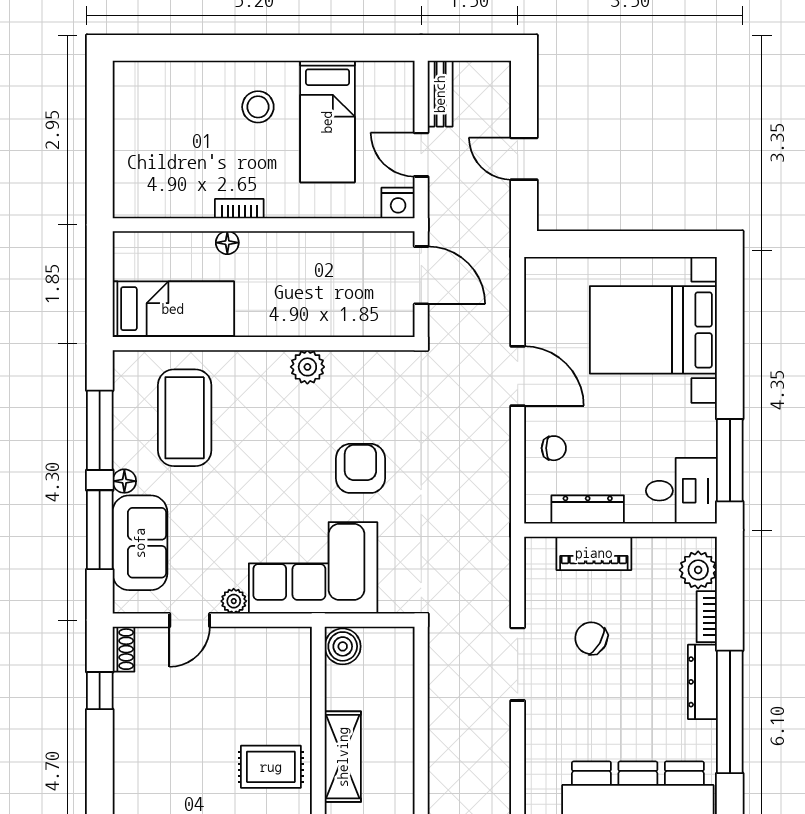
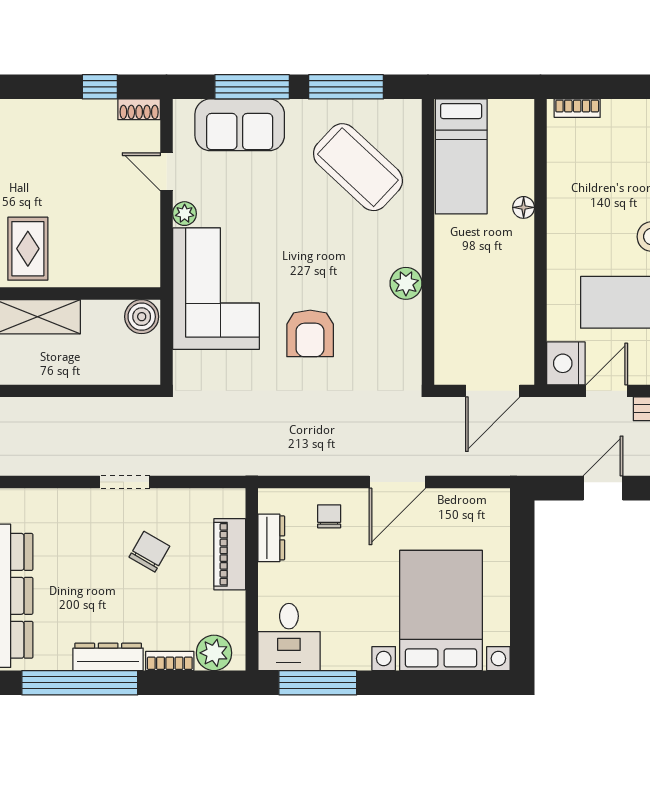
nightstand: (398, 203) -> (566, 363), width x1.36, depth x1.33
bookcase: (239, 209) -> (577, 108), moved, turned 90
coffee table: (185, 418) -> (358, 167), turned 43
chair: (554, 448) -> (329, 516), turned 180
armchair: (360, 468) -> (310, 333), turned 90
floor lamp: (124, 481) -> (298, 110), removed
dresser: (588, 509) -> (271, 538), width x0.70
doorway: (518, 664) -> (125, 482), width x0.73

